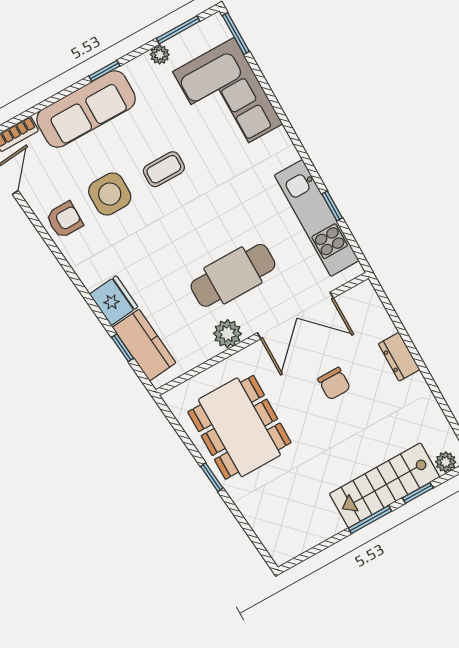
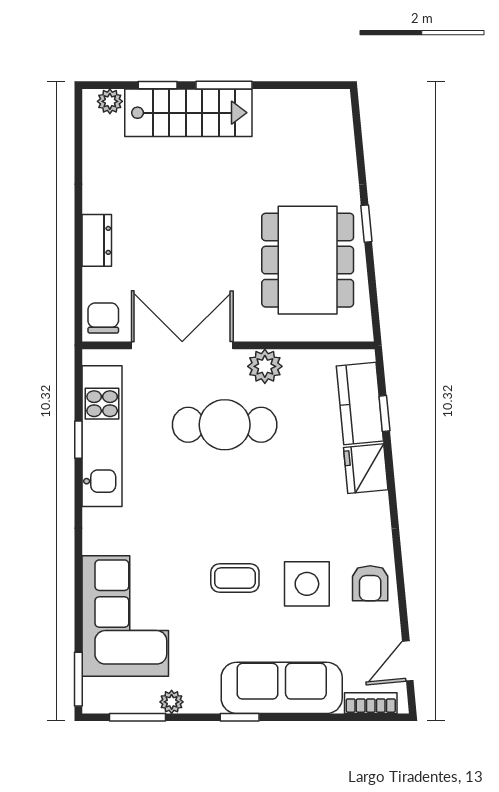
armchair: (64, 220) -> (370, 583), turned -90
chair: (334, 384) -> (103, 318), moved

